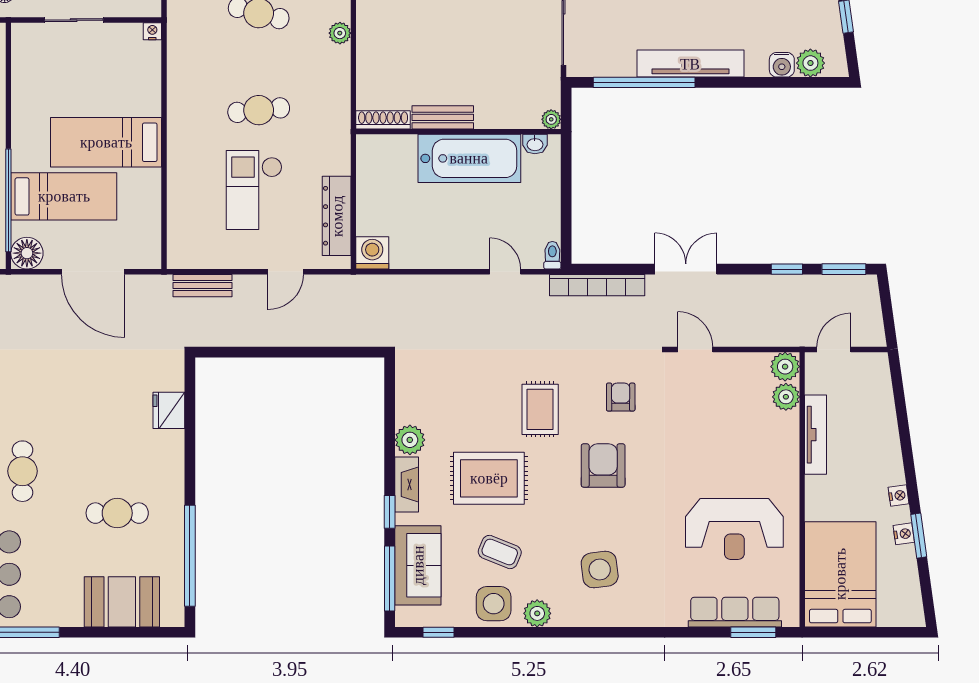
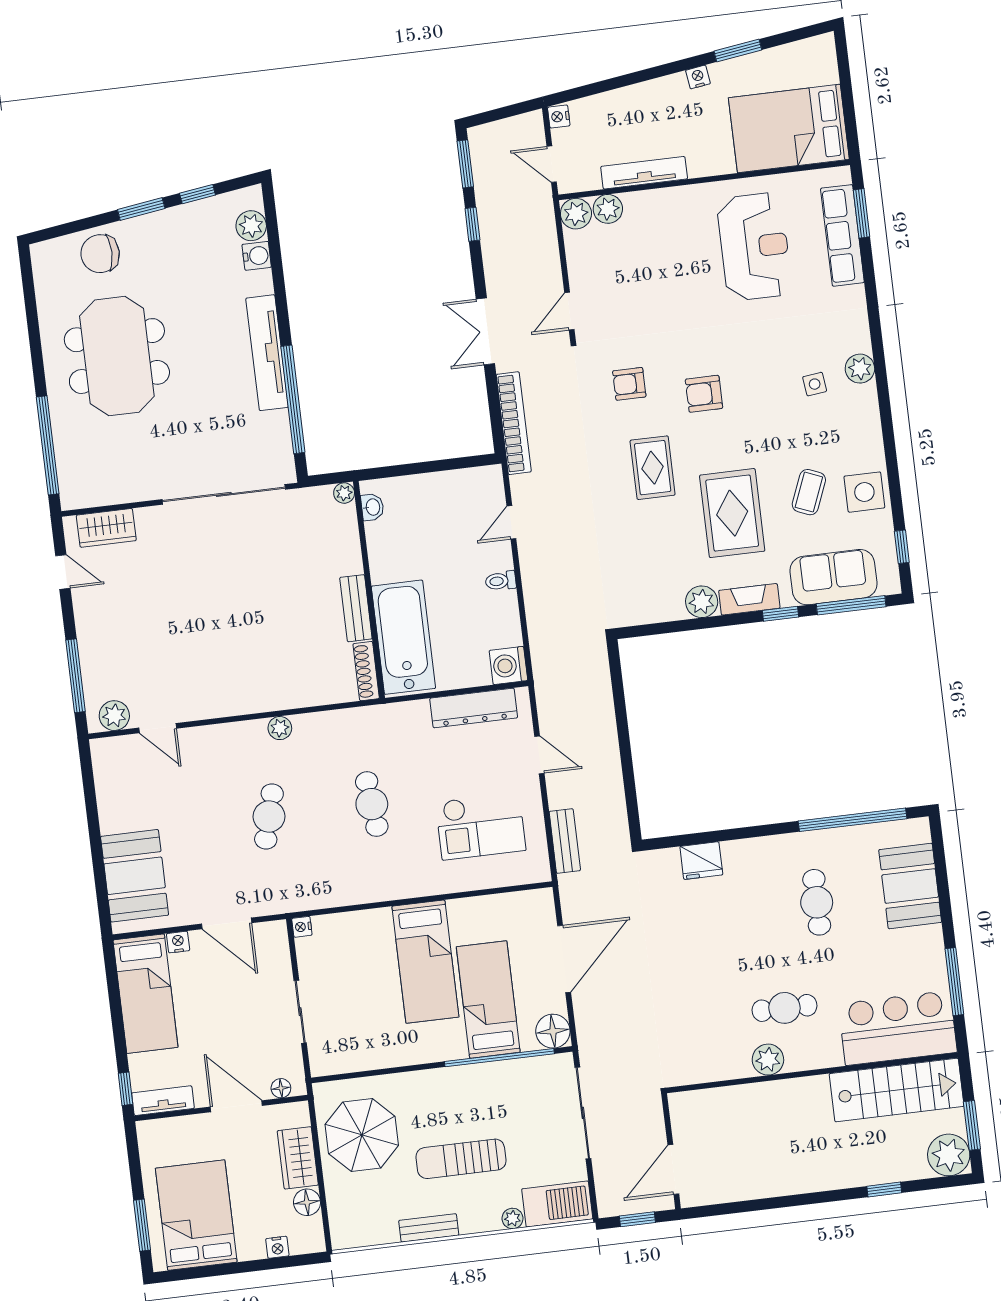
bathtub: (469, 158) -> (403, 637), moved
checkout: (254, 190) -> (481, 826), moved
toilet: (552, 255) -> (501, 581), moved
rug: (540, 409) -> (653, 468), turned 90
armchair: (603, 465) -> (704, 394), width x0.72, depth x0.72
nightstand: (904, 534) -> (559, 117), moved, turned -82
side table: (600, 570) -> (815, 384), width x0.54, depth x0.54
plant: (537, 613) -> (860, 369), moved

